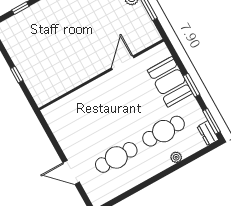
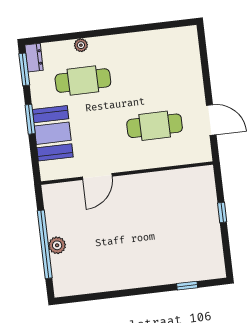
cafe table: (116, 157) -> (155, 126), moved
door: (71, 172) -> (211, 120), moved

